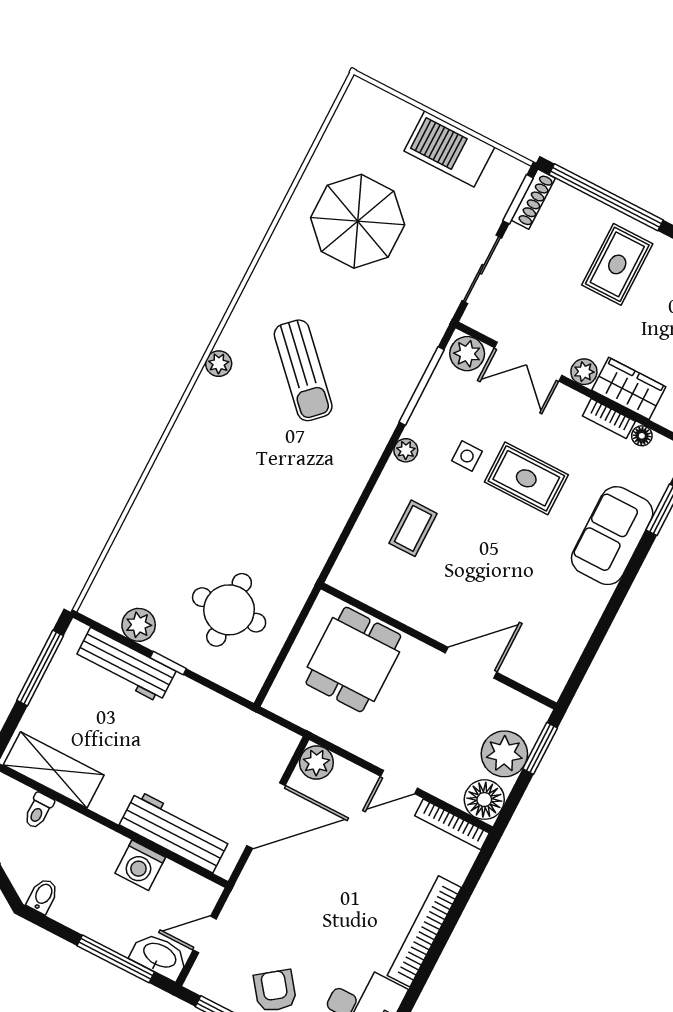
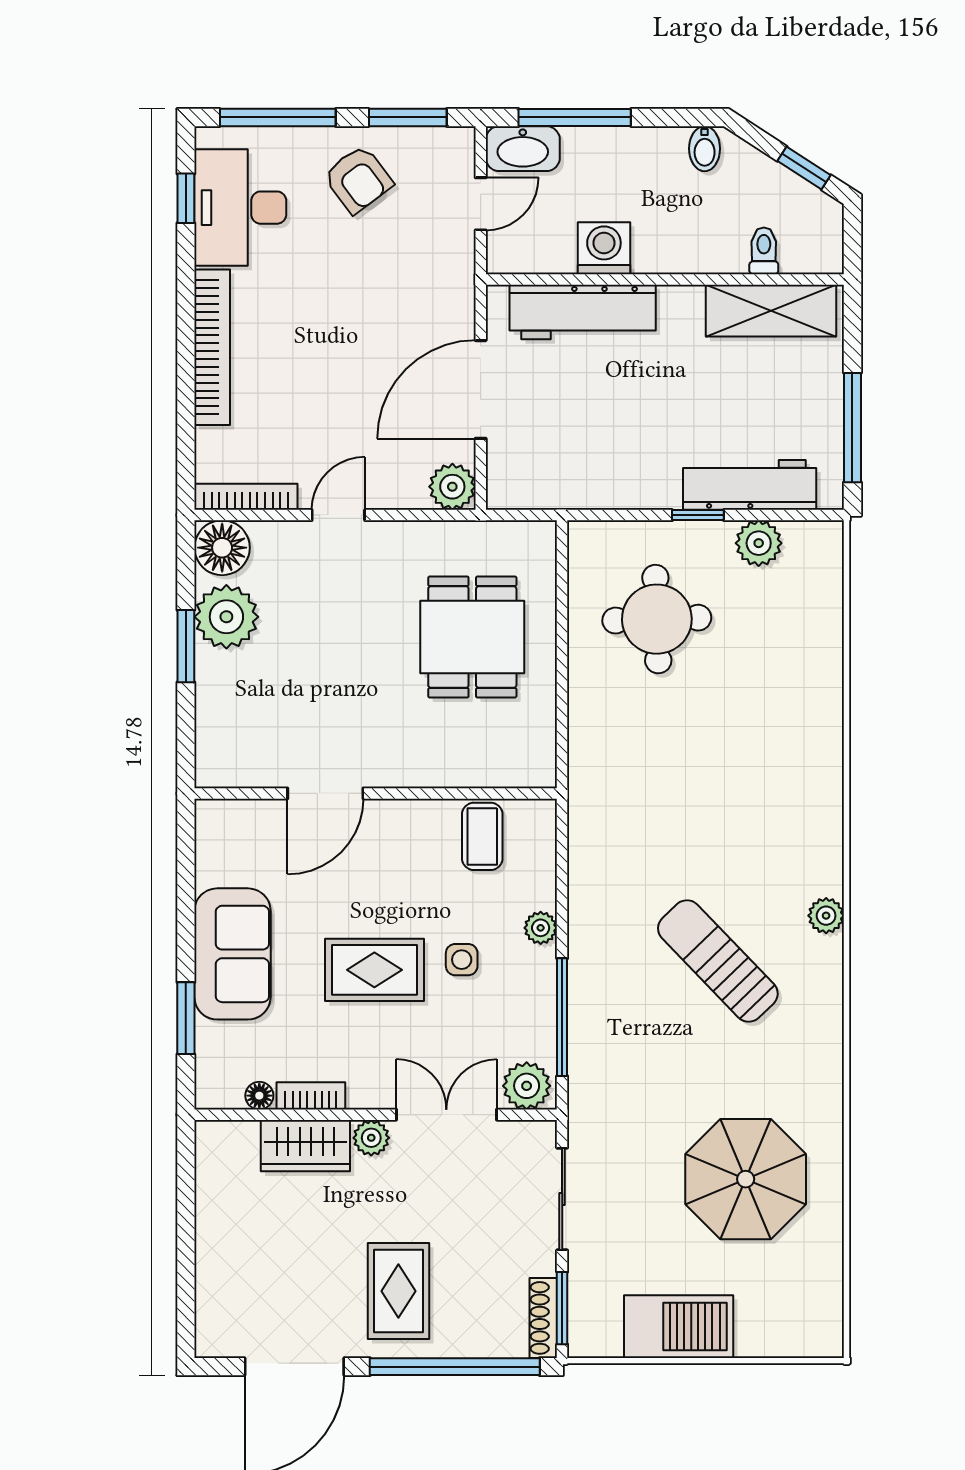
wall: (439, 646) -> (376, 793), moved
door: (471, 663) -> (325, 793), moved

